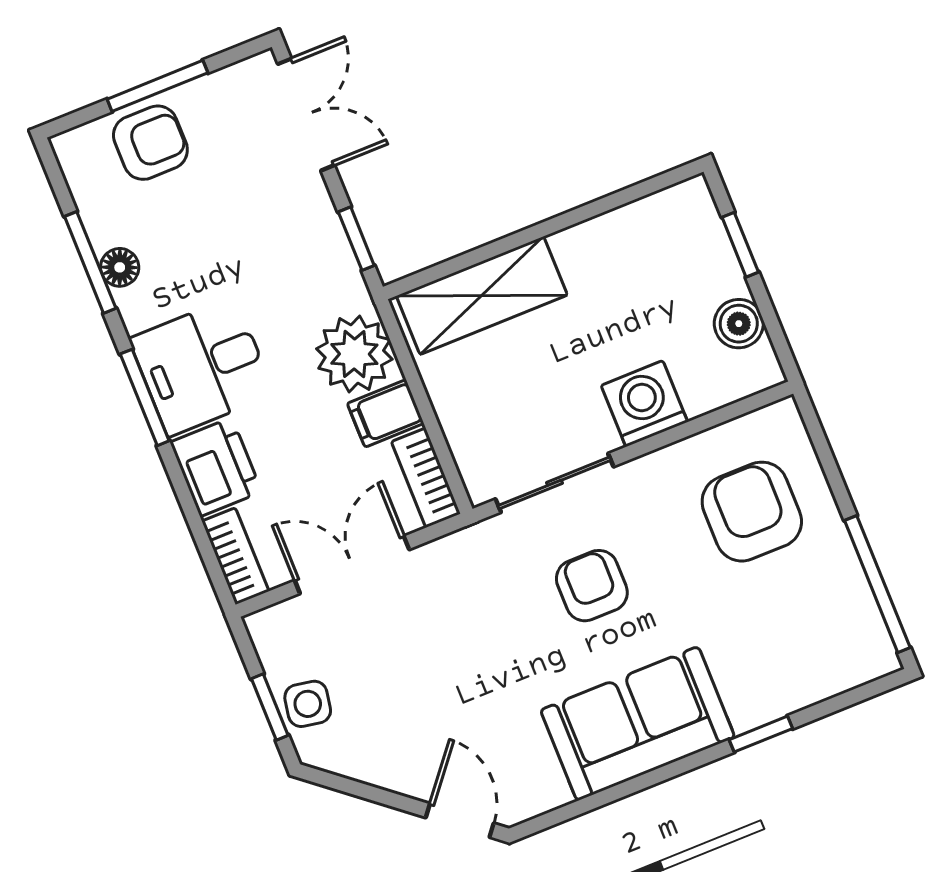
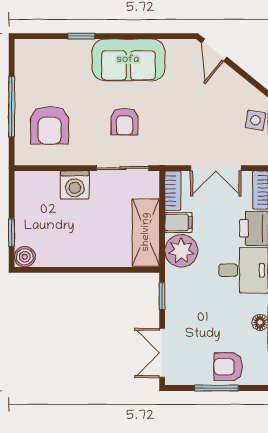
shelving: (482, 295) -> (146, 232), moved, turned 90
boiler: (739, 324) -> (25, 257), moved
window: (877, 584) -> (12, 106), moved

